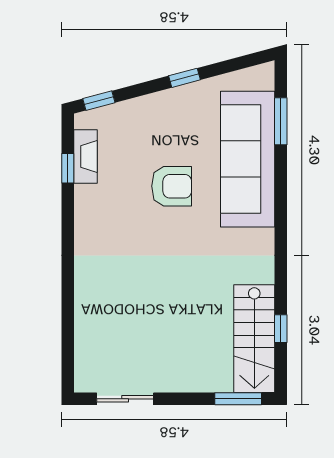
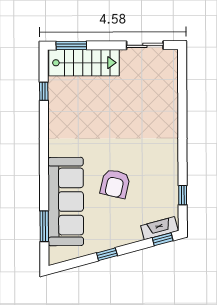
fireplace: (85, 156) -> (159, 228), moved, turned 75
armchair: (172, 186) -> (115, 184), turned -77
stairs: (254, 339) -> (84, 63), moved, turned 90

